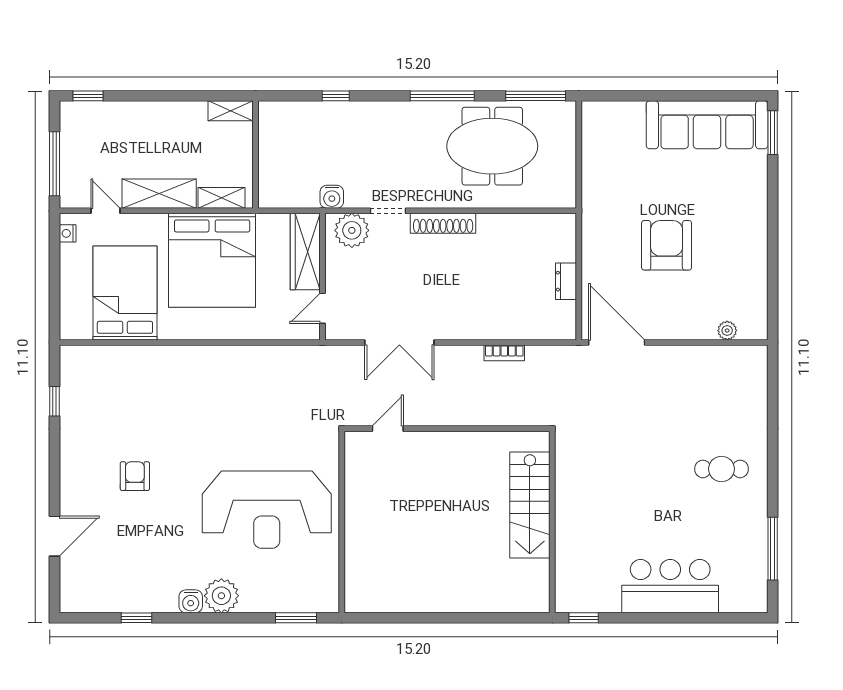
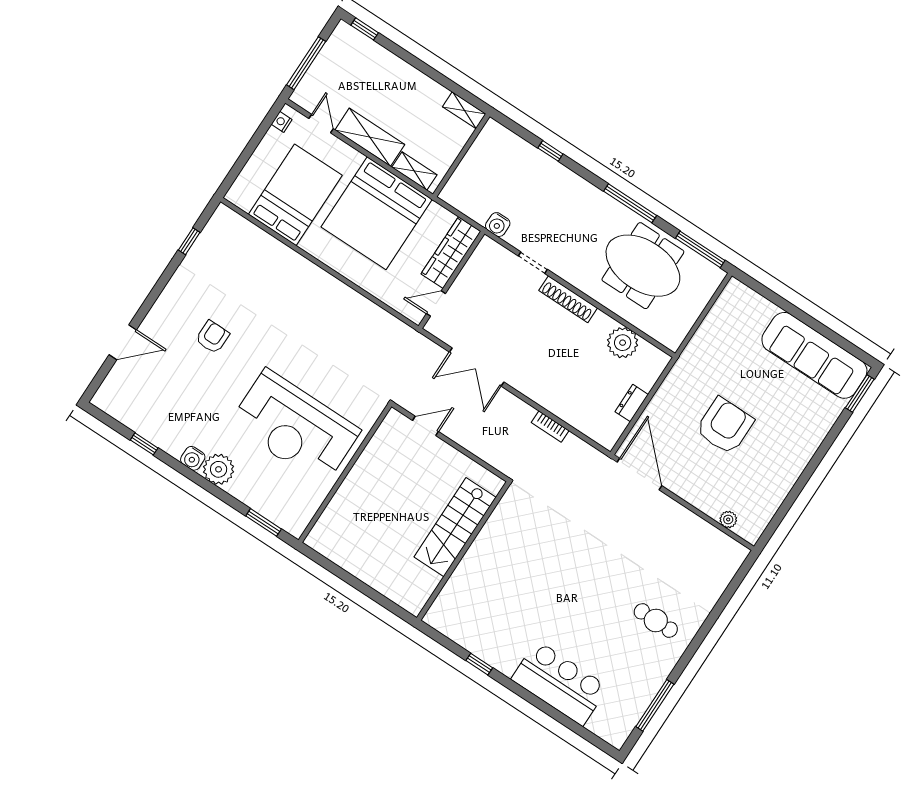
plant: (352, 230) -> (623, 343), moved
stairs: (530, 505) -> (455, 527), moved
wall: (552, 522) -> (463, 551), moved

